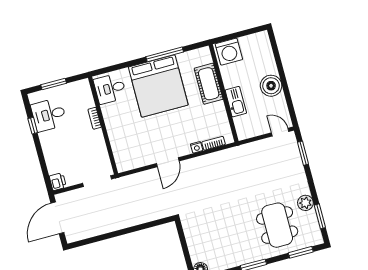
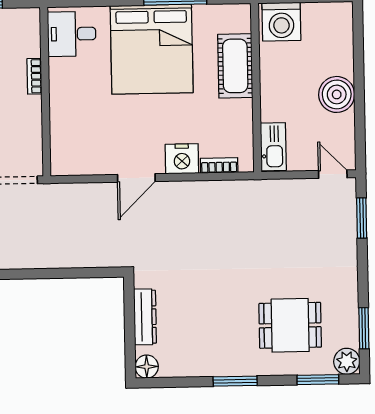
kitchen sink: (236, 102) -> (273, 147), moved
nightstand: (197, 147) -> (182, 159), width x1.89, depth x1.79
plant: (305, 203) -> (347, 361), moved
dining table: (277, 225) -> (290, 325), width x0.73
dresser: (192, 241) -> (145, 317), added

